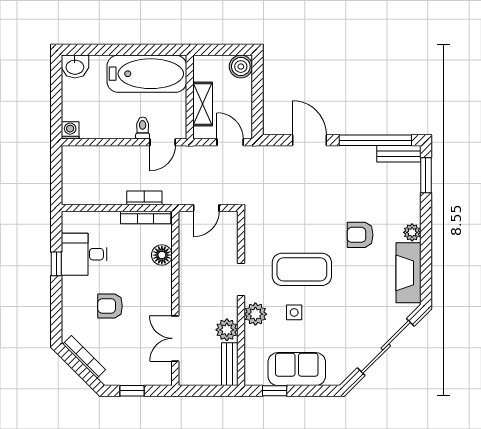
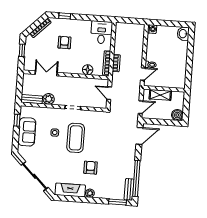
bathtub: (147, 74) -> (177, 69), removed
door: (309, 140) -> (139, 136), moved
door: (163, 142) -> (143, 74), swing flipped
desk: (84, 254) -> (102, 32), moved
window: (56, 264) -> (65, 16), moved
plant: (255, 314) -> (55, 114), removed

